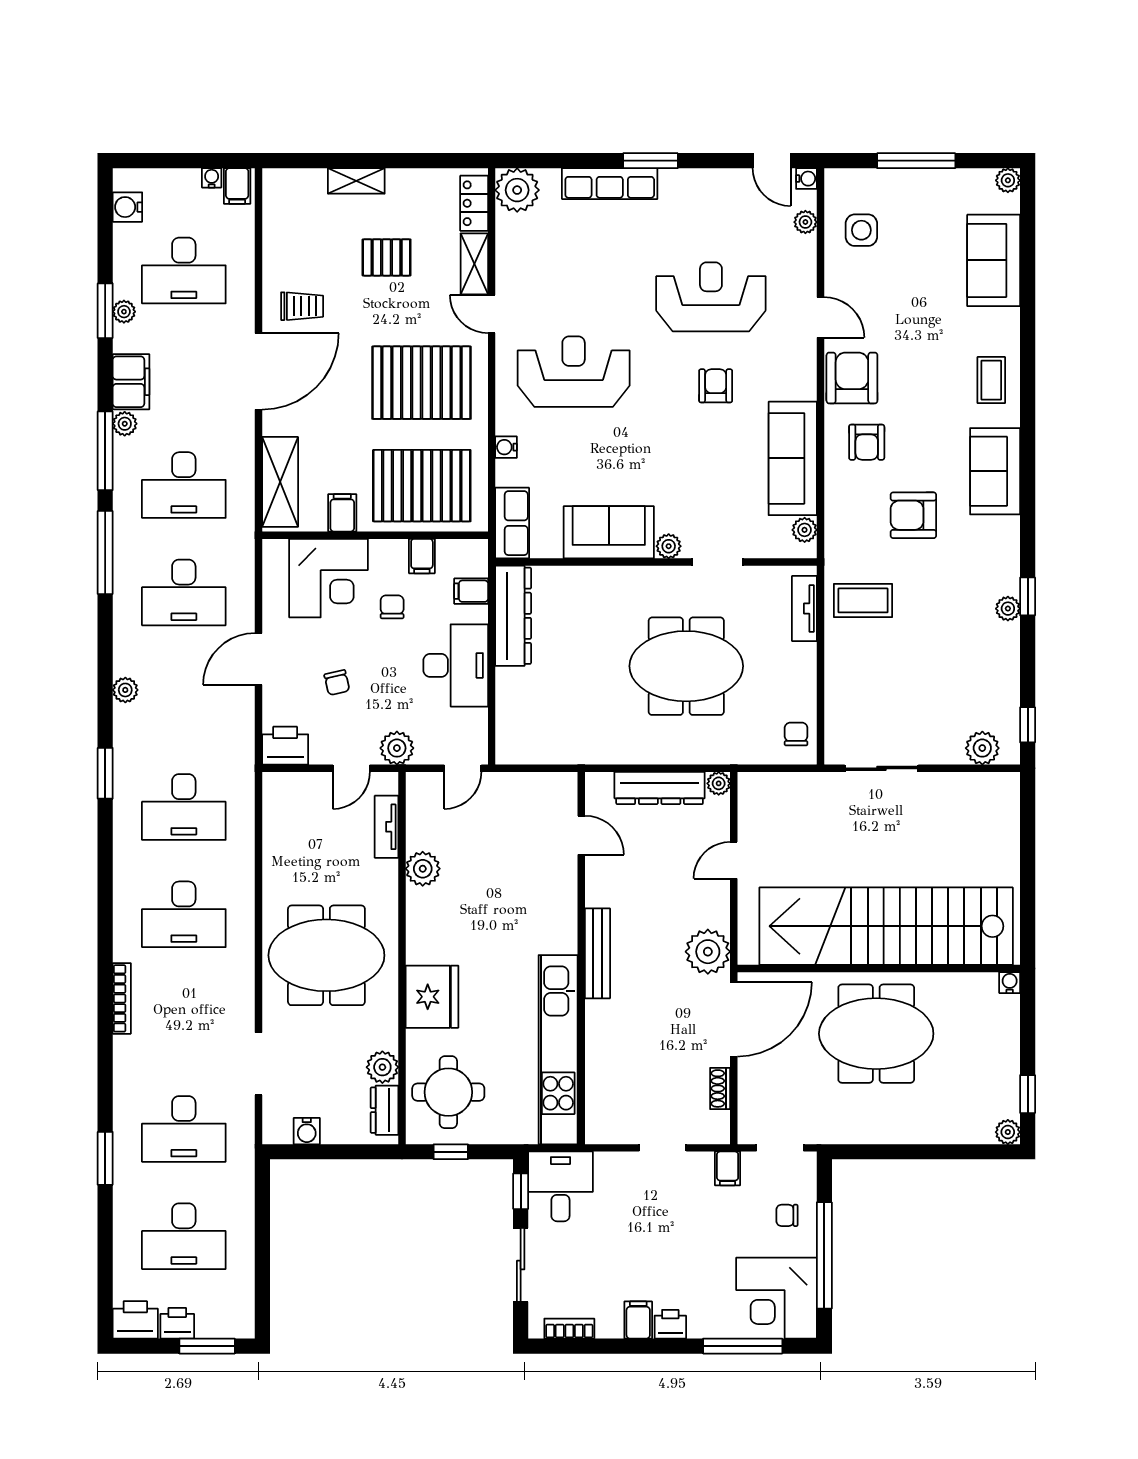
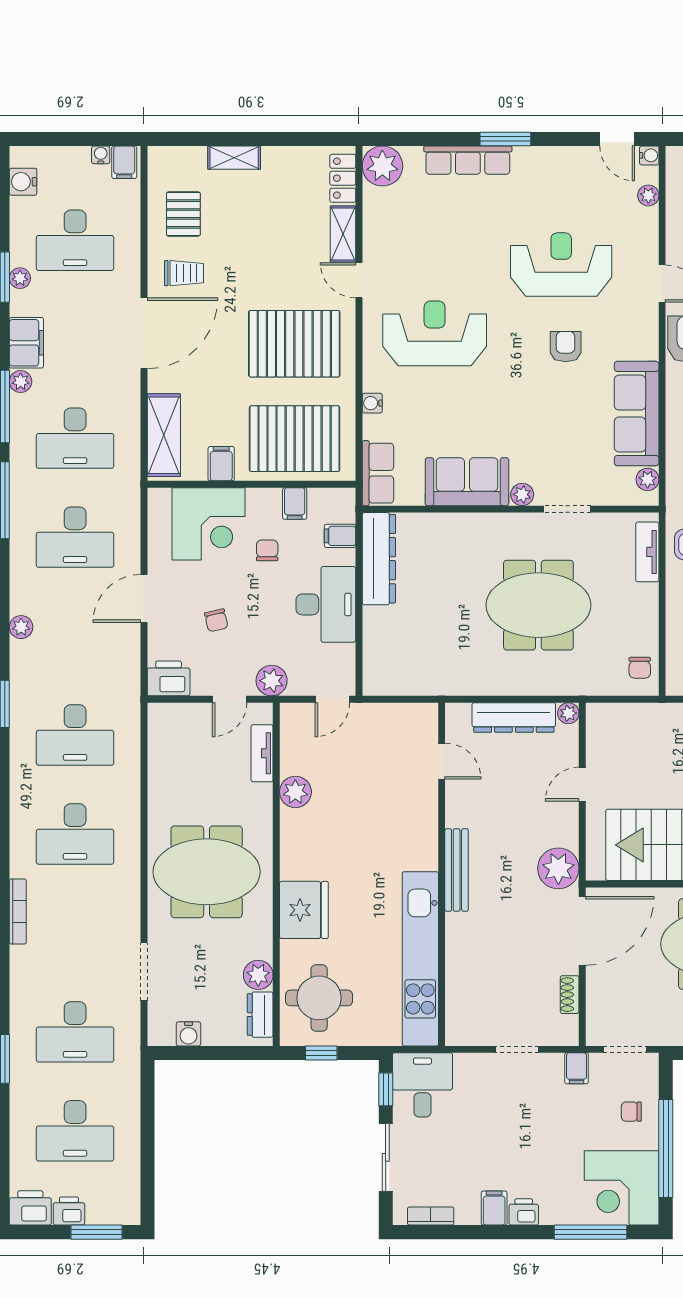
pallet: (387, 257) -> (183, 214), moved, turned 90
chair: (796, 734) -> (640, 668), turned 180

